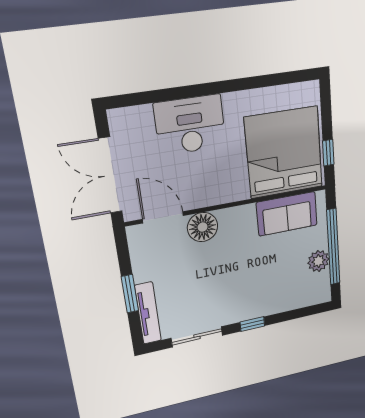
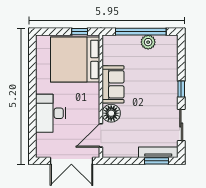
sofa: (287, 214) -> (113, 84), moved
window: (130, 294) -> (156, 161), moved

